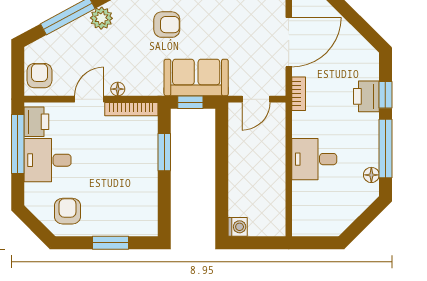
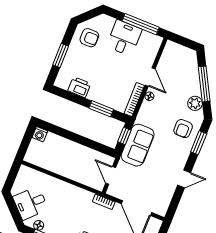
armchair: (167, 25) -> (183, 129), moved
armchair: (39, 76) -> (176, 53), removed
printer: (36, 122) -> (79, 87), moved, turned 180
desk: (314, 159) -> (31, 203), moved, turned -135

